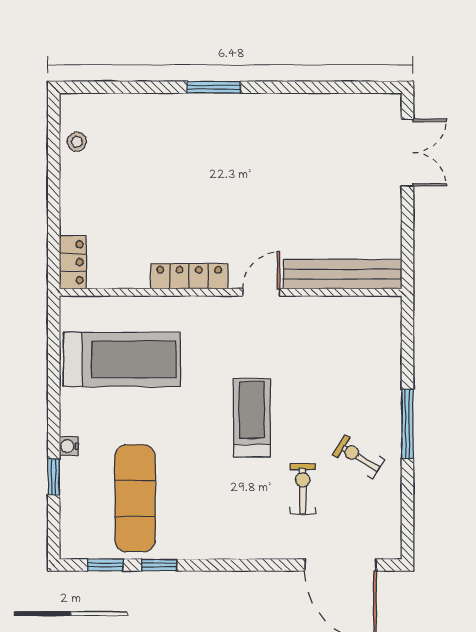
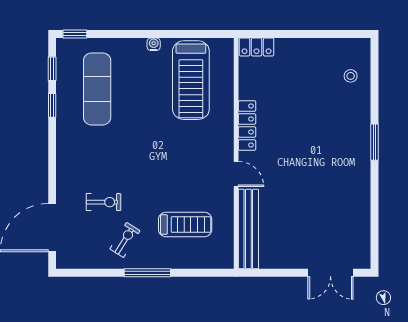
stool: (77, 142) -> (351, 76), moved
treadmill: (252, 418) -> (185, 224), moved
water cooler: (69, 446) -> (154, 44), moved
window: (54, 477) -> (75, 34), moved
exercise mat: (135, 498) -> (97, 89), turned 90

